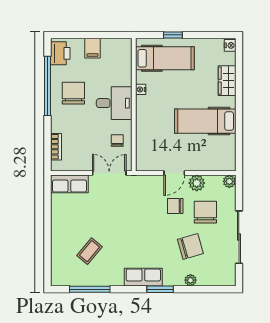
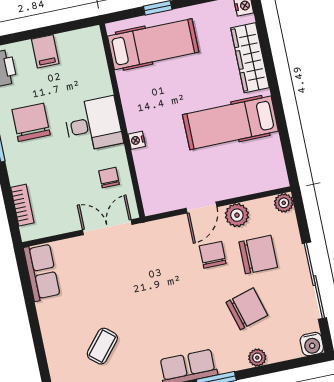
wardrobe: (227, 81) -> (250, 58), width x1.50
nightstand: (141, 89) -> (137, 140), moved
row of seats: (69, 184) -> (42, 272), moved, turned -90
chair: (175, 206) -> (213, 255), turned 90
chair: (205, 212) -> (258, 255), turned 90
water cooler: (228, 279) -> (312, 344), added

